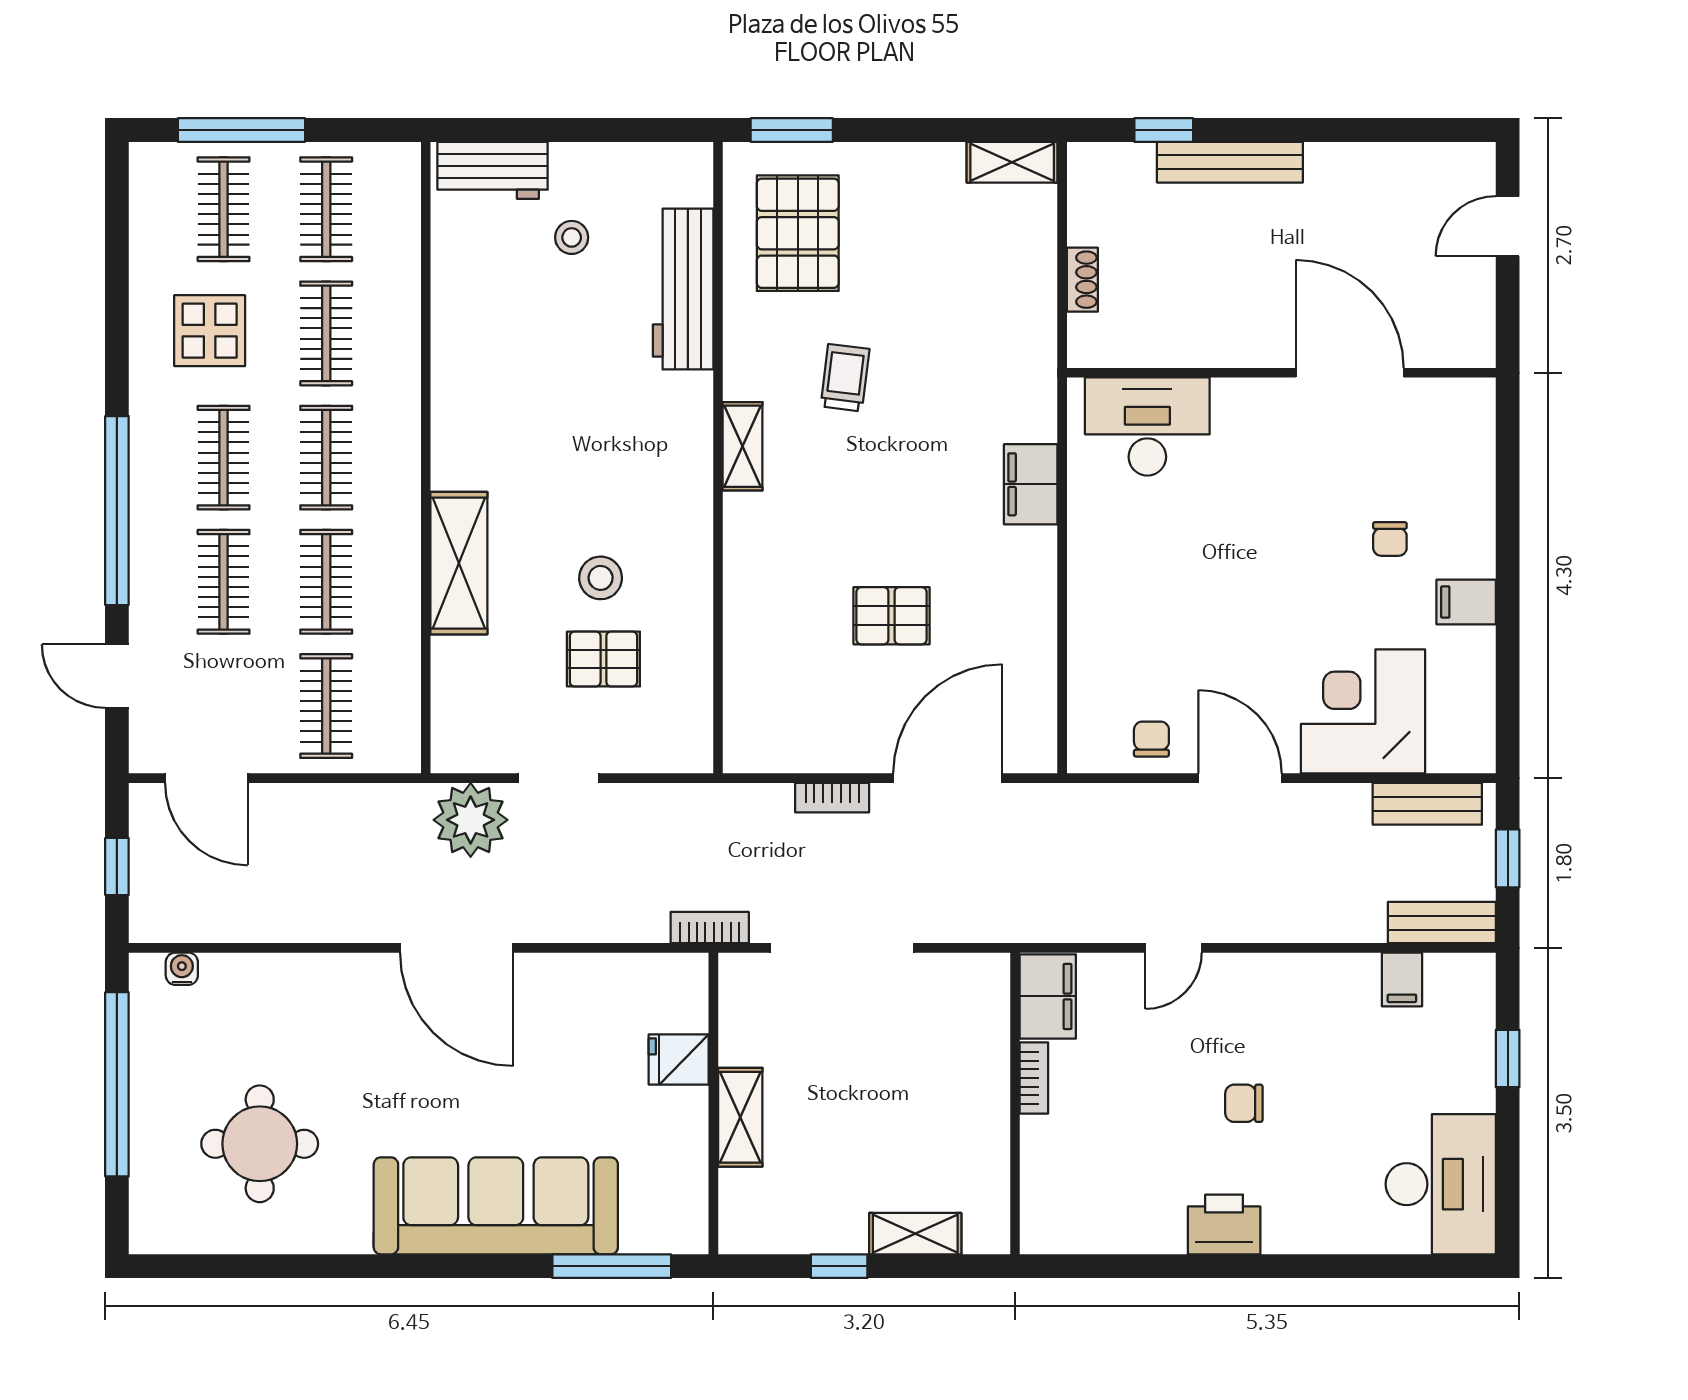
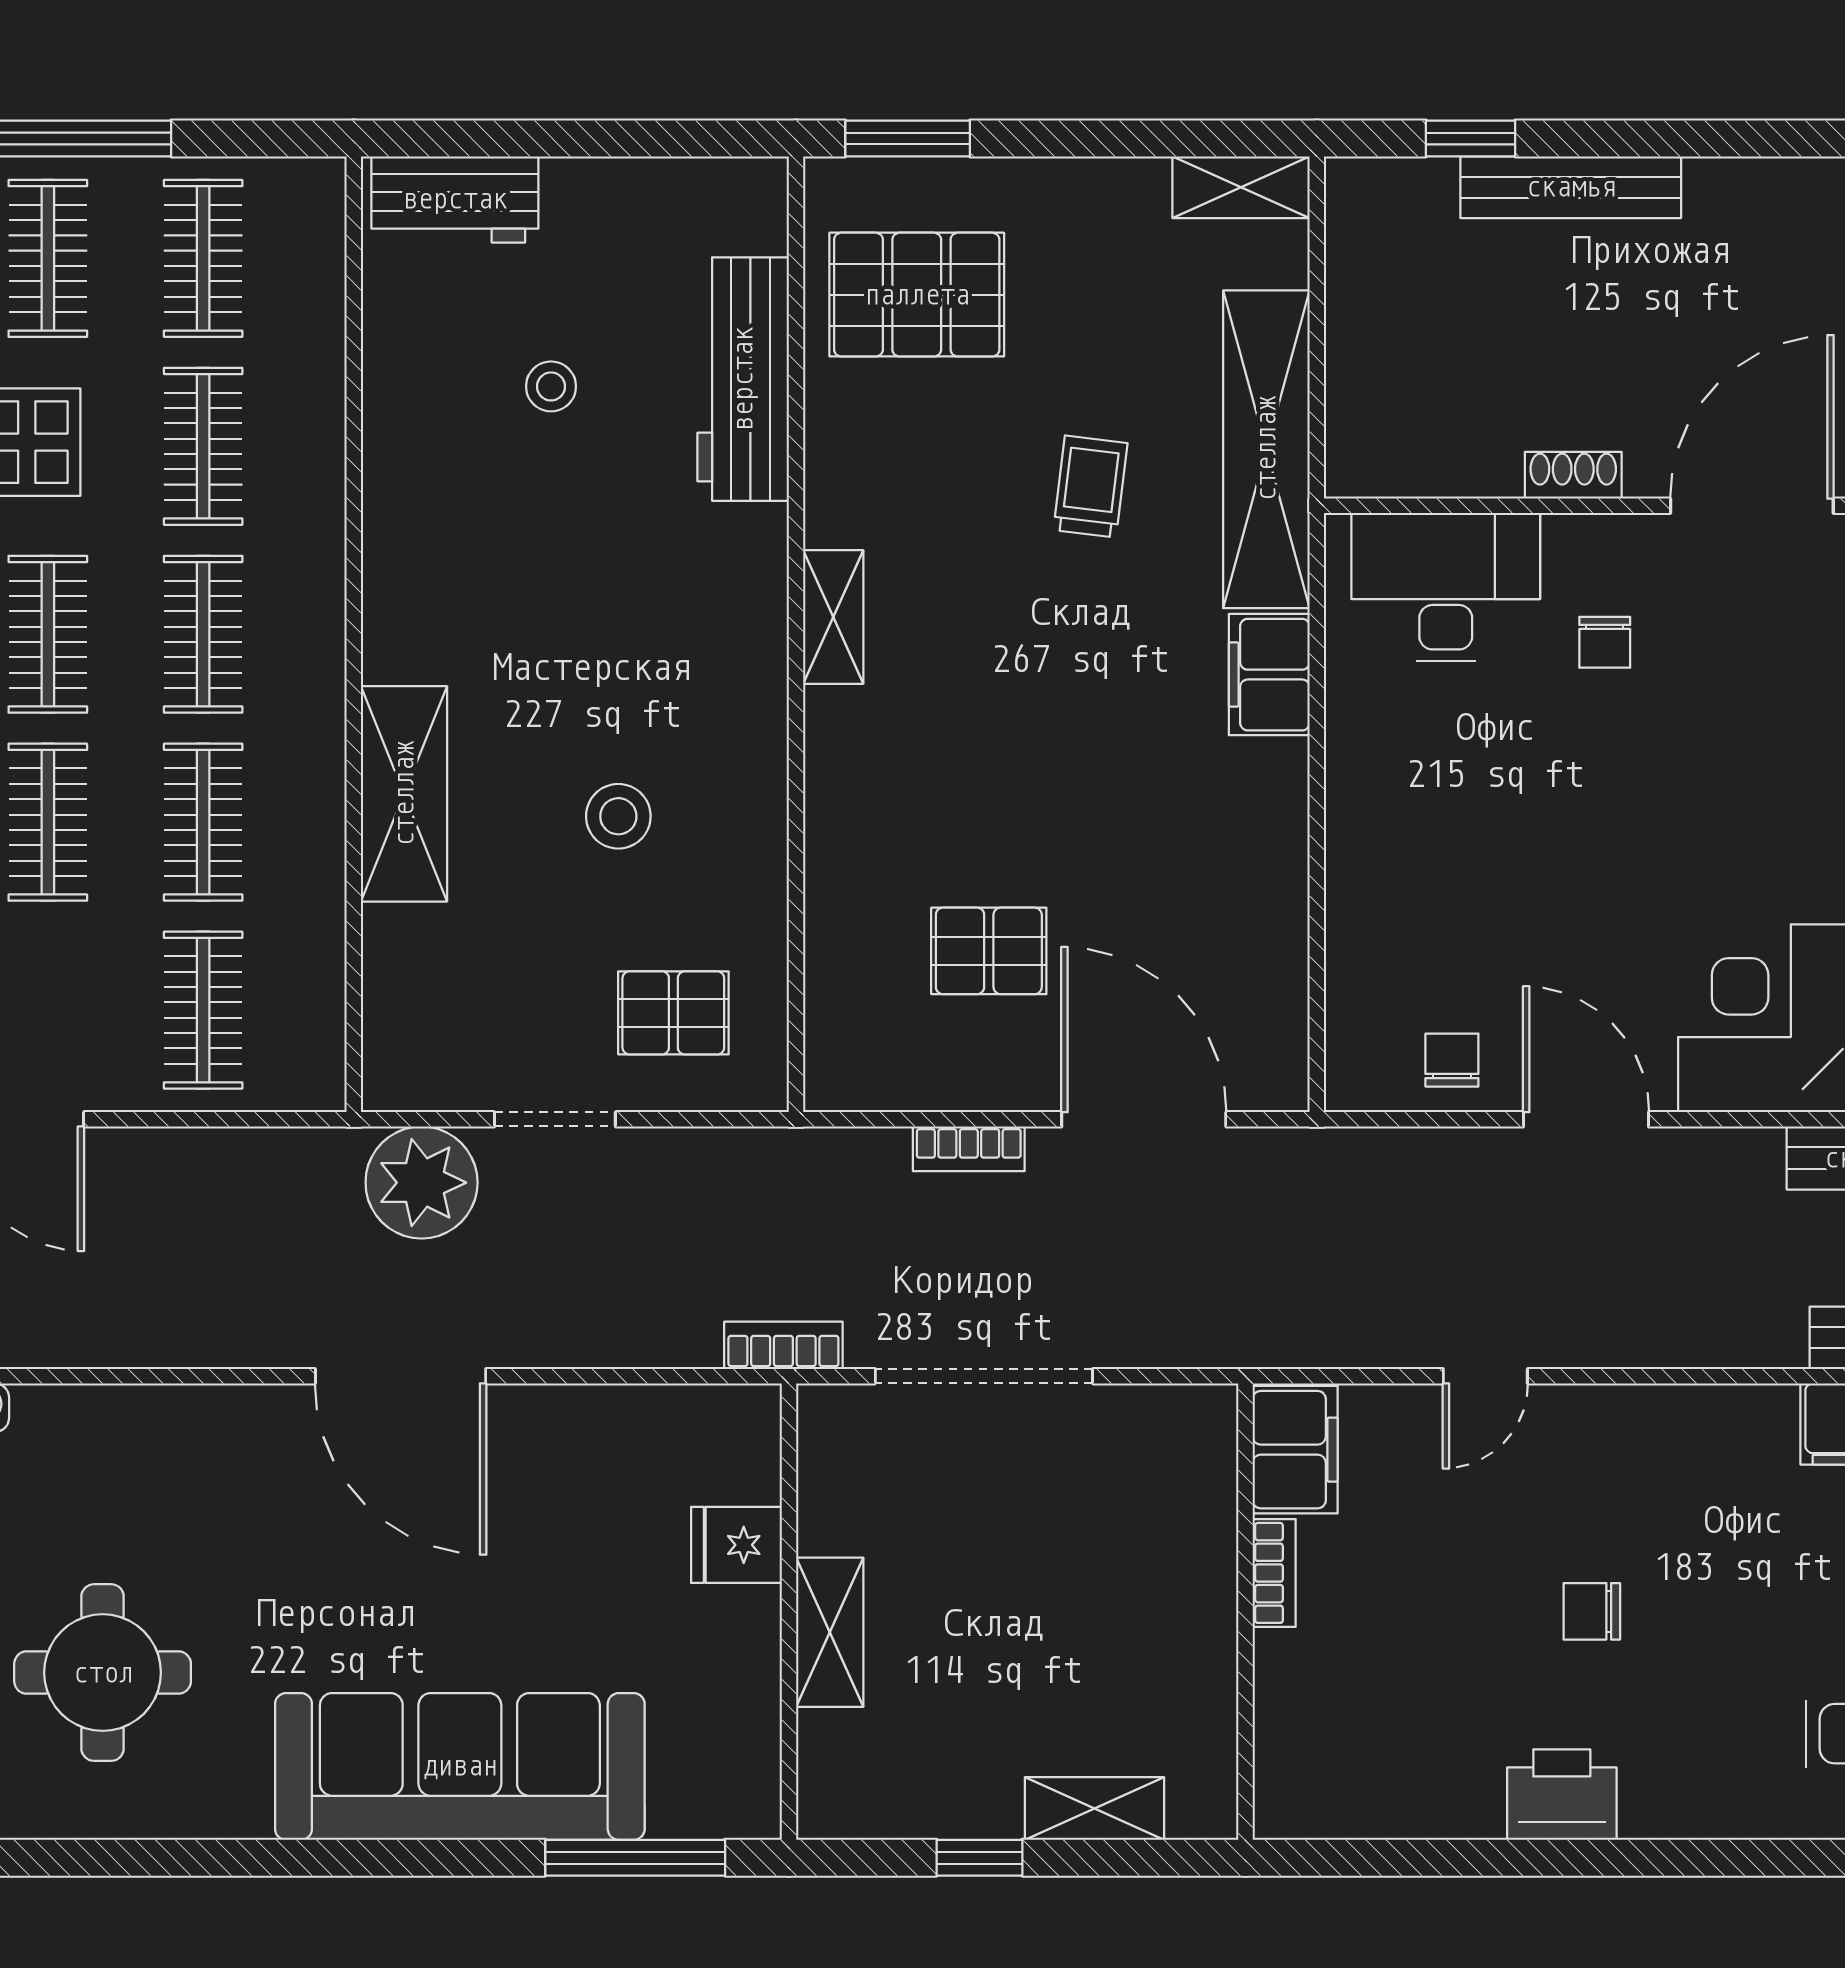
pallet: (798, 233) -> (917, 295), turned 90
stool: (572, 237) -> (551, 386), moved
shoe rack: (1082, 280) -> (1573, 475), moved, turned -90
shelving: (1029, 335) -> (1266, 449), added
door: (1350, 373) -> (1752, 506), hinge flipped
trolley: (845, 378) -> (1090, 487), moved
chair: (1390, 539) -> (1605, 642), moved
pallet: (892, 616) -> (989, 951), moved
pallet: (603, 659) -> (673, 1013), moved
door: (948, 778) -> (1144, 1119), hinge flipped

